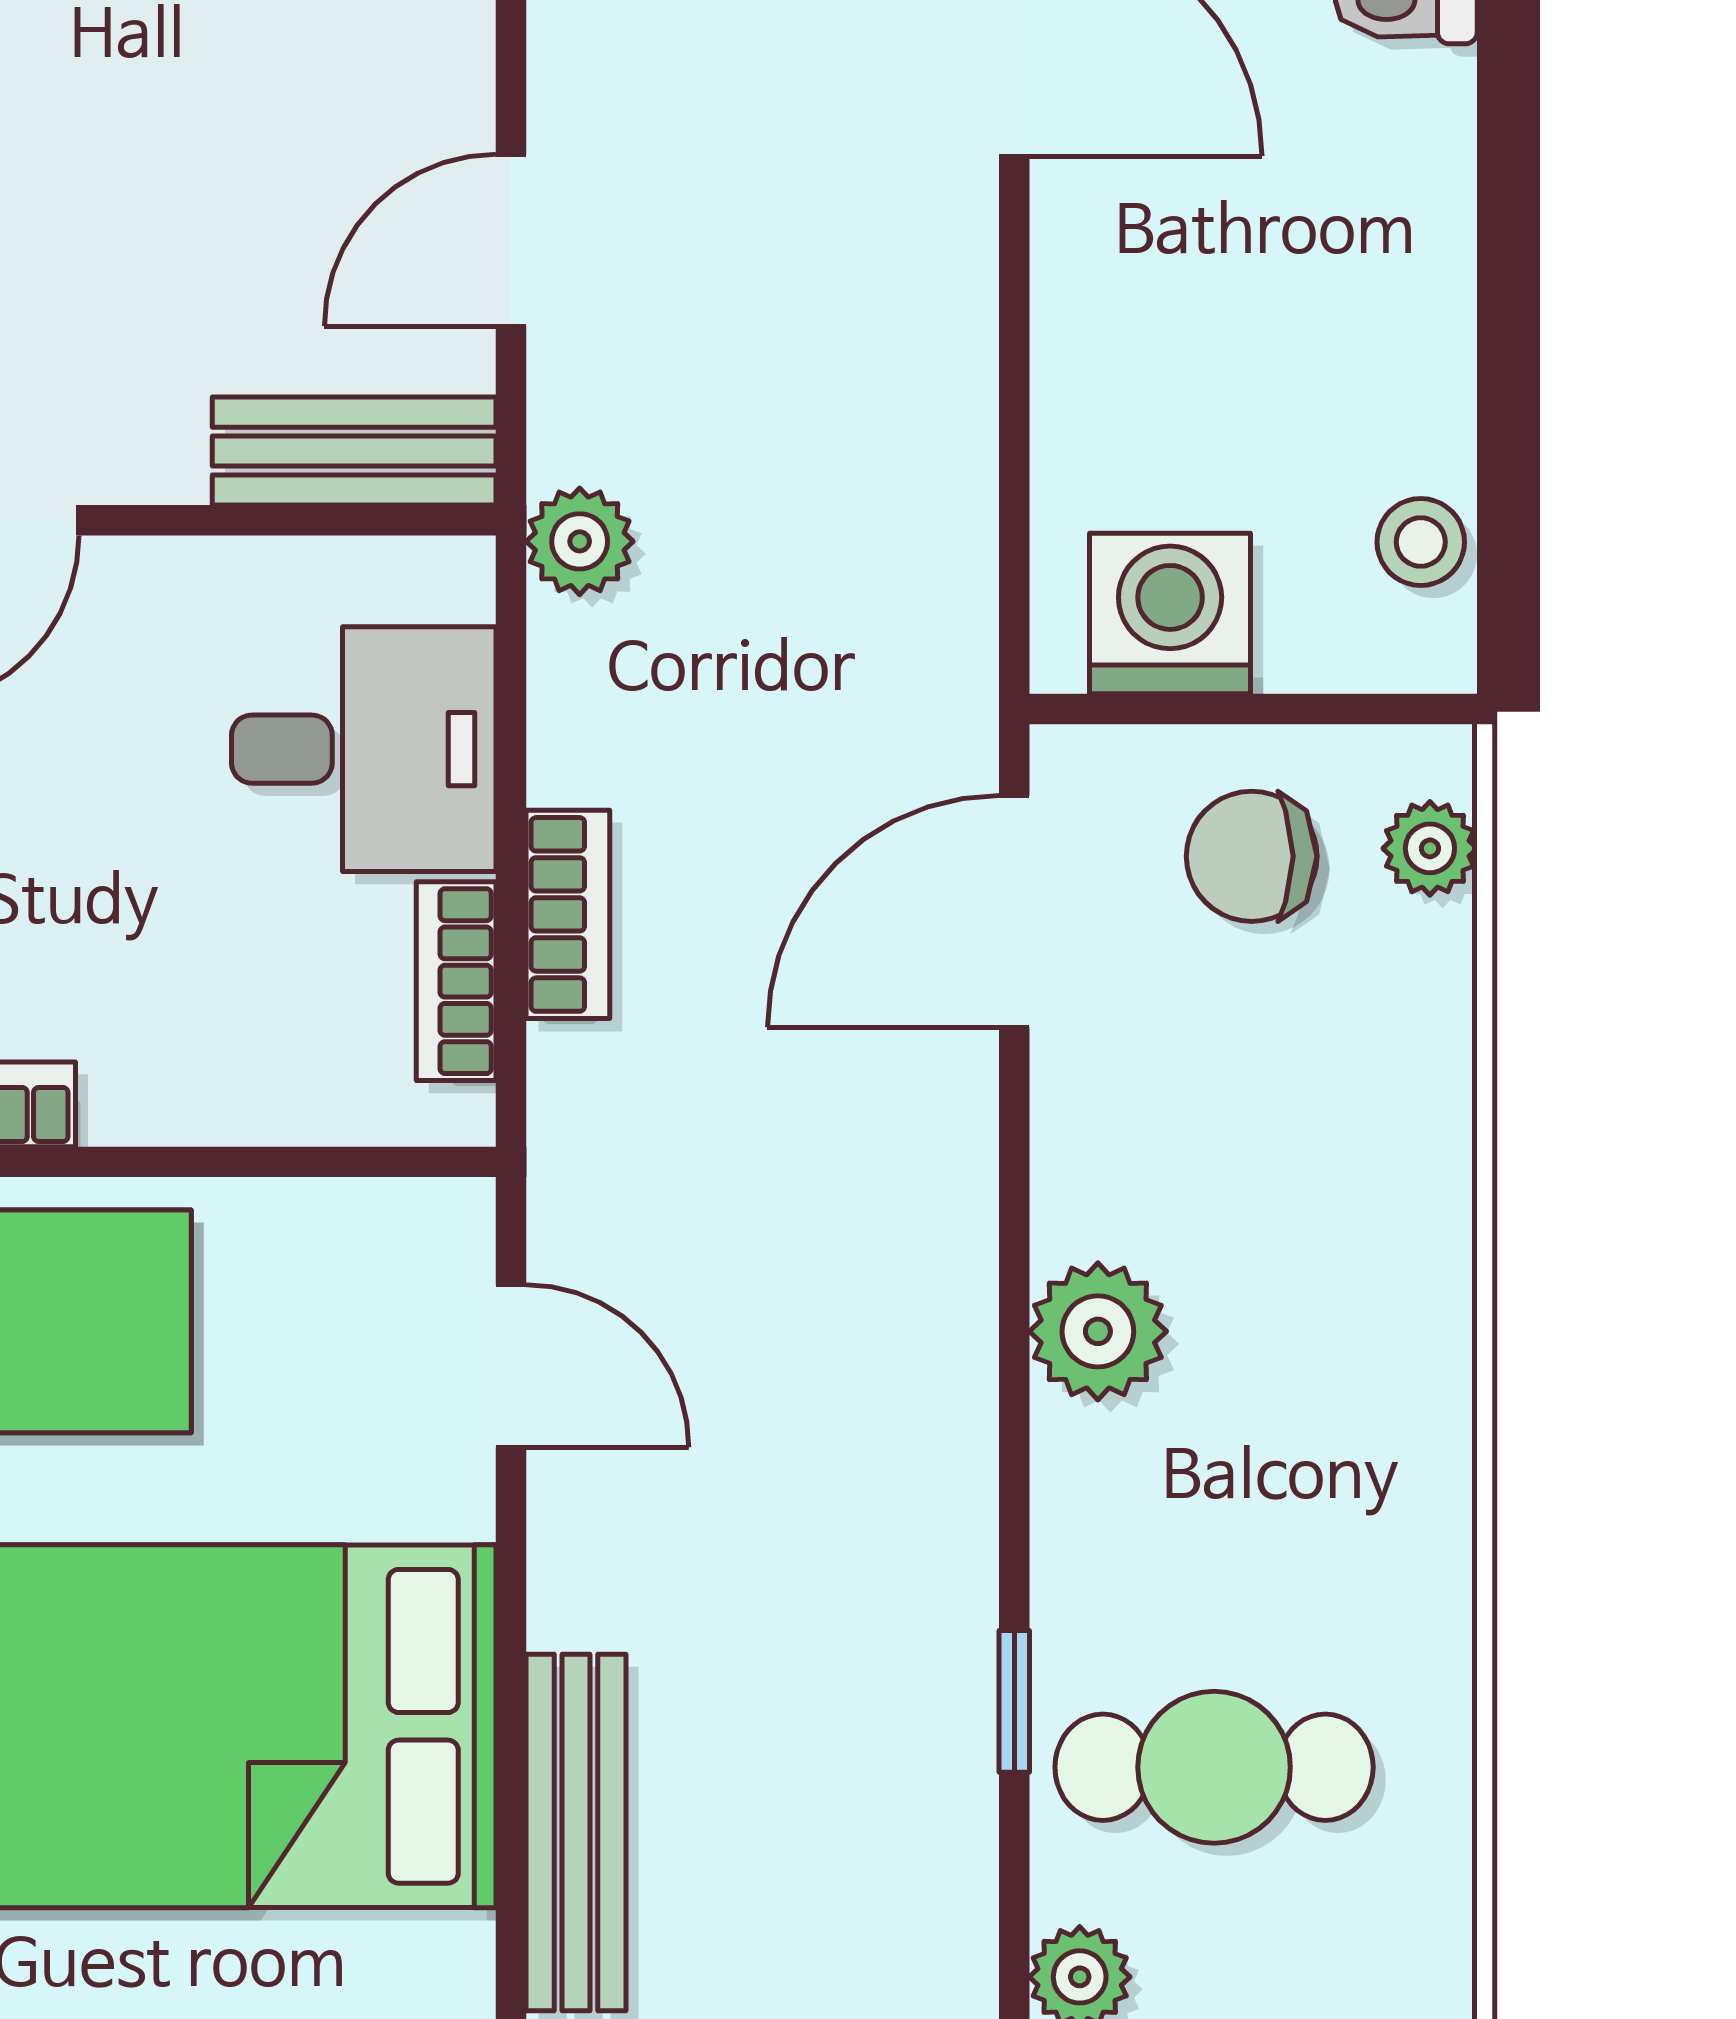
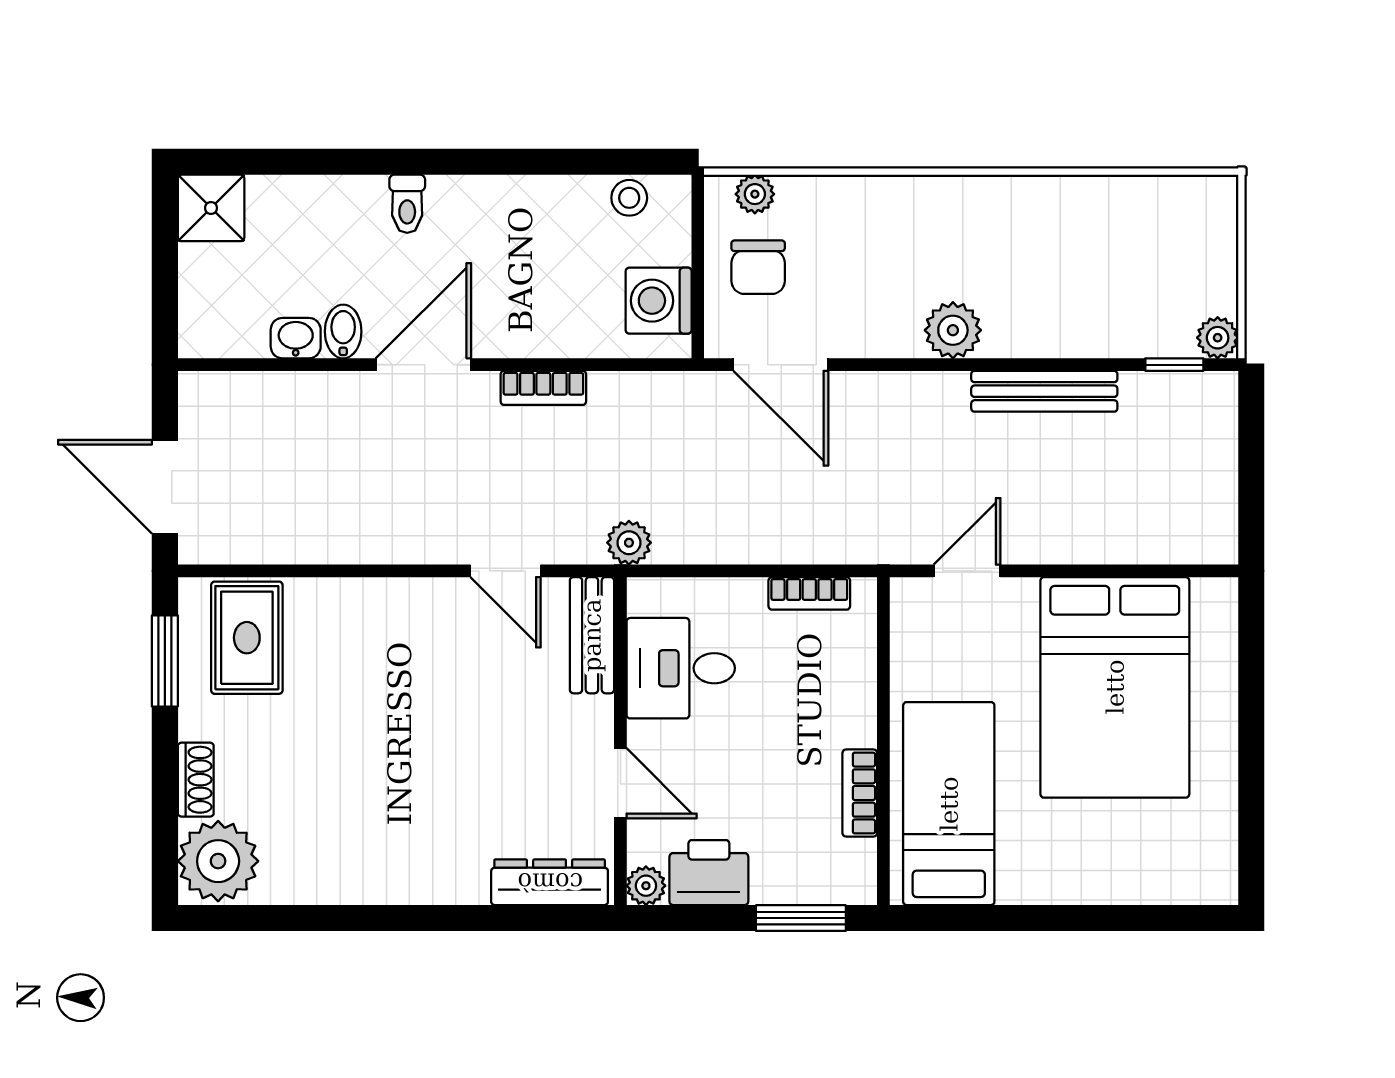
desk: (364, 749) -> (681, 668), moved, turned -90
bookcase: (568, 914) -> (543, 388), moved, turned 180
window: (1014, 1701) -> (1174, 365), moved
cafe table: (1214, 1767) -> (1132, 283), removed
bench: (576, 1832) -> (1044, 391), moved

